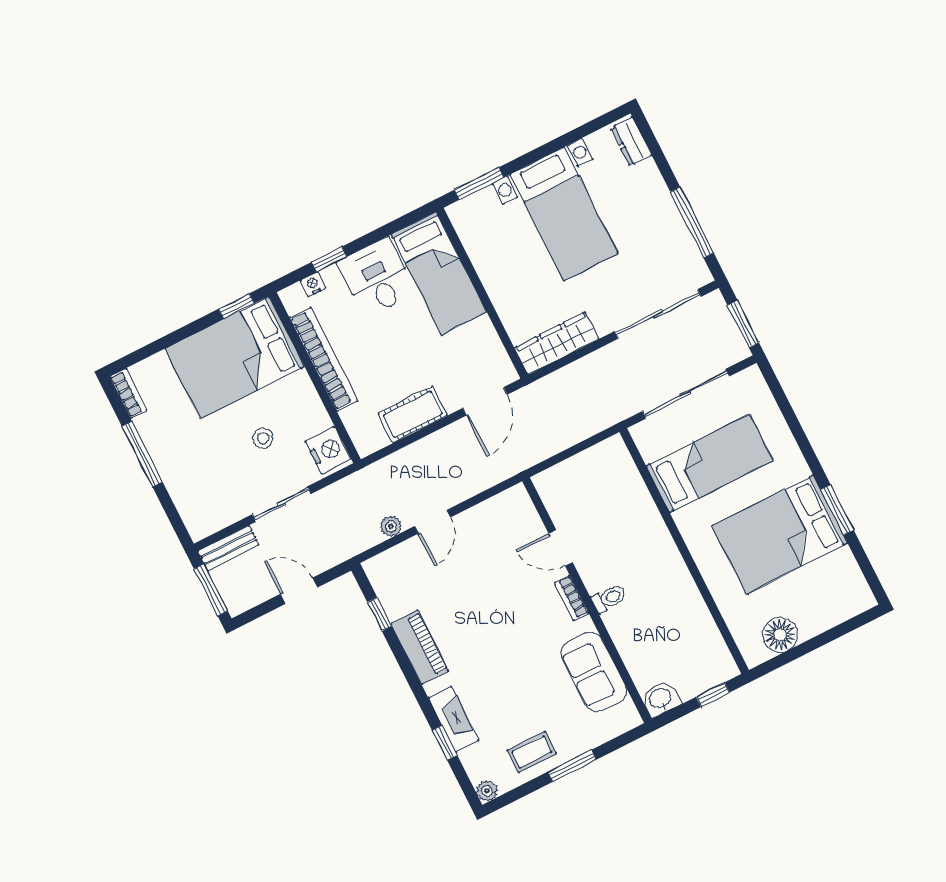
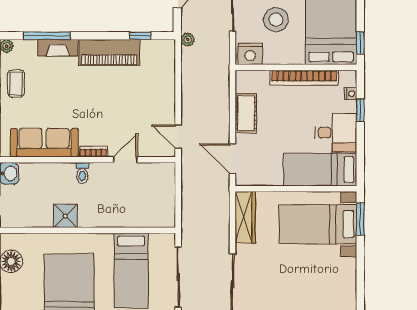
bed with nightstands: (564, 214) -> (318, 224), moved
stool: (263, 438) -> (276, 20), width x1.89, depth x1.89
door: (432, 522) -> (178, 137), moved
plant: (391, 526) -> (188, 39), moved
shower: (680, 592) -> (65, 216), added
piano: (420, 647) -> (109, 52), width x1.37, depth x1.33
sofa: (594, 672) -> (44, 143), width x1.36
window: (445, 743) -> (47, 36), width x2.17

